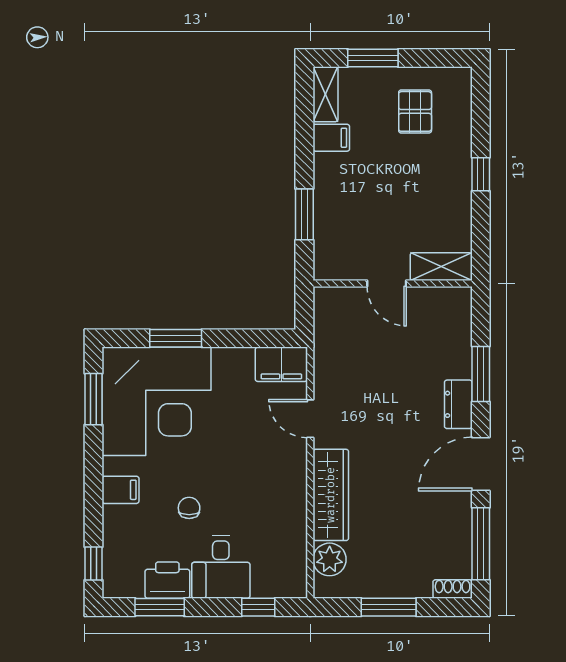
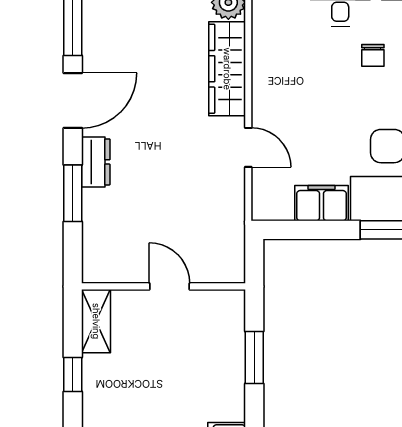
window: (481, 174) -> (73, 375), moved
shelving: (441, 267) -> (96, 321), moved, turned 90
filing cabinet: (281, 364) -> (321, 203), moved

